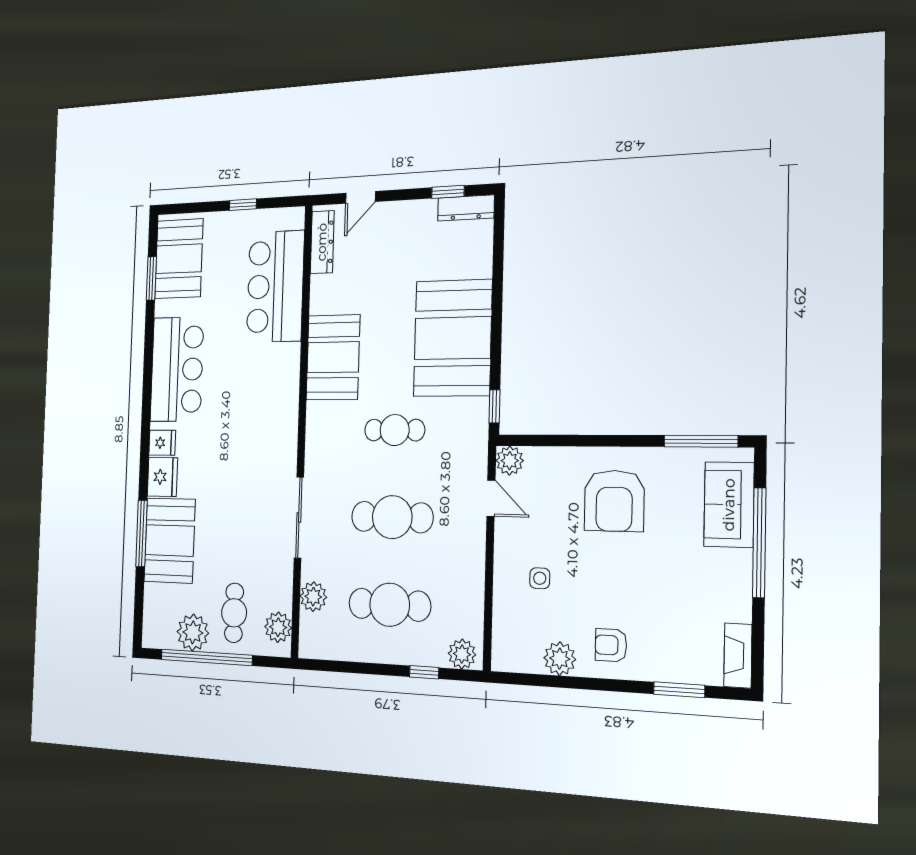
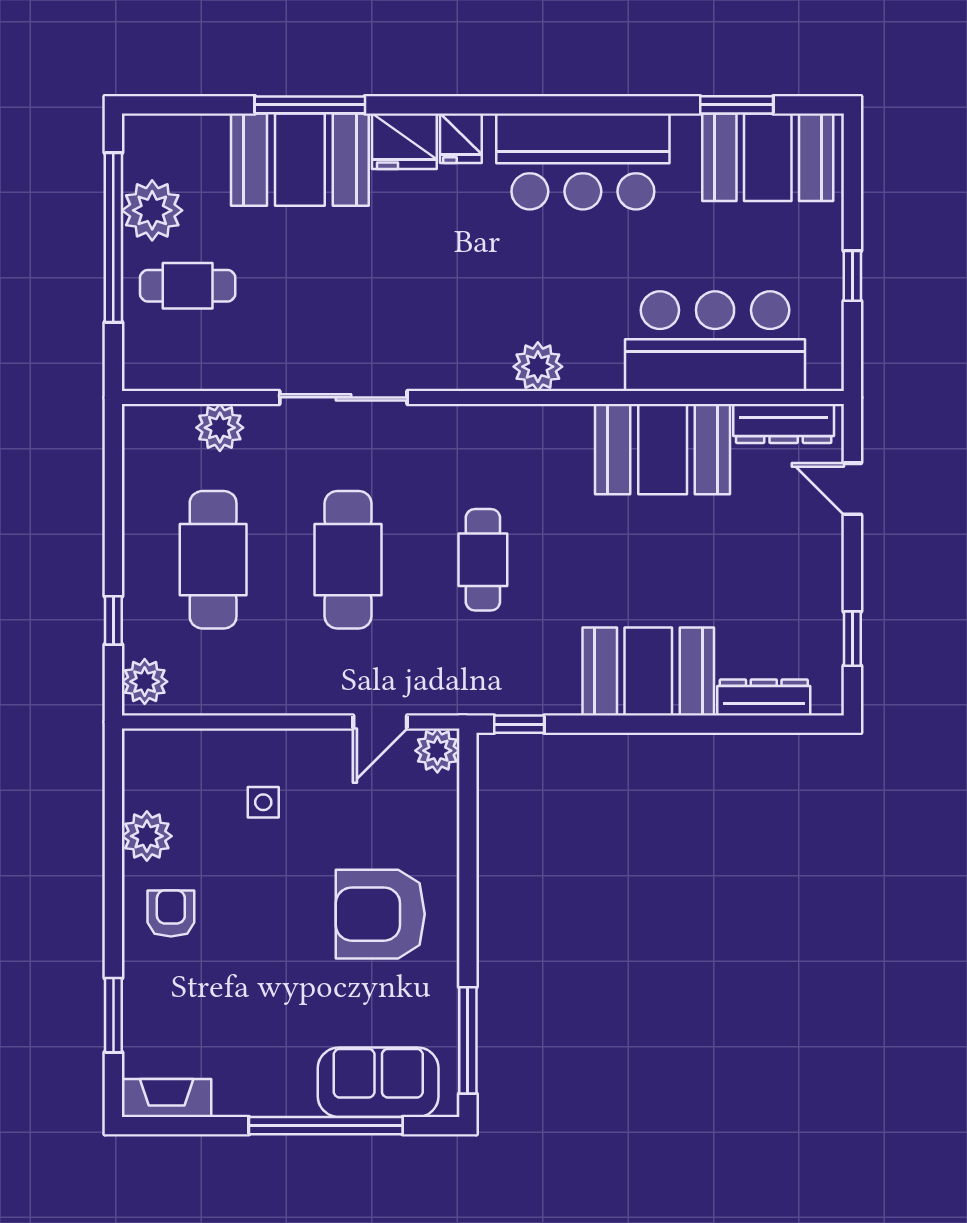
dresser: (466, 208) -> (764, 697), moved, turned 90
booth: (453, 338) -> (648, 672), width x0.73, depth x0.70
booth: (333, 357) -> (663, 449), moved
plant: (278, 627) -> (538, 367), moved

